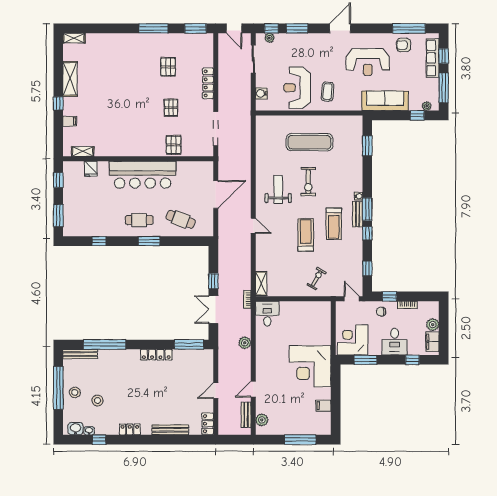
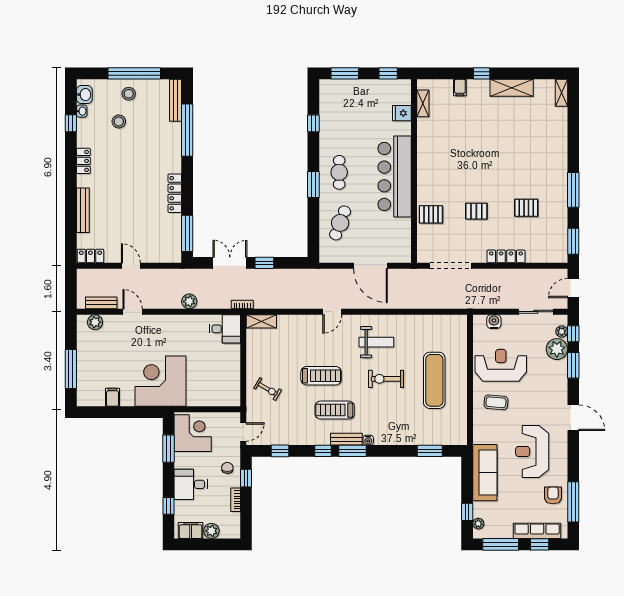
plant: (284, 42) -> (557, 349), added

